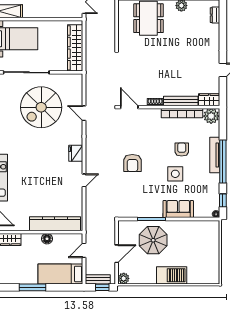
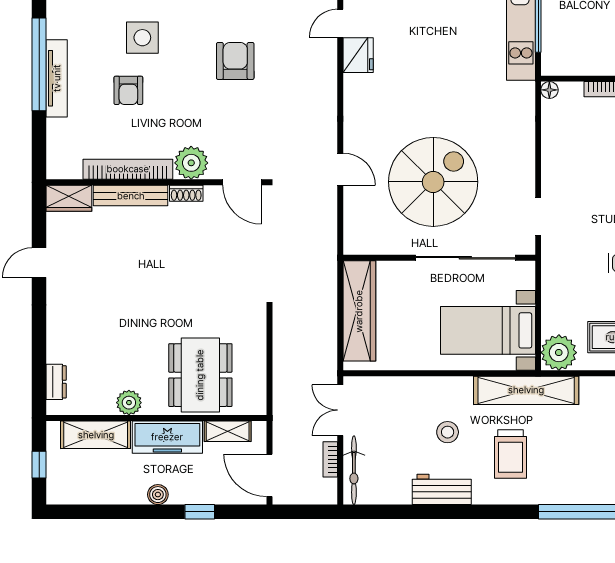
plant: (211, 116) -> (191, 163), moved
fridge: (76, 153) -> (358, 55), moved

